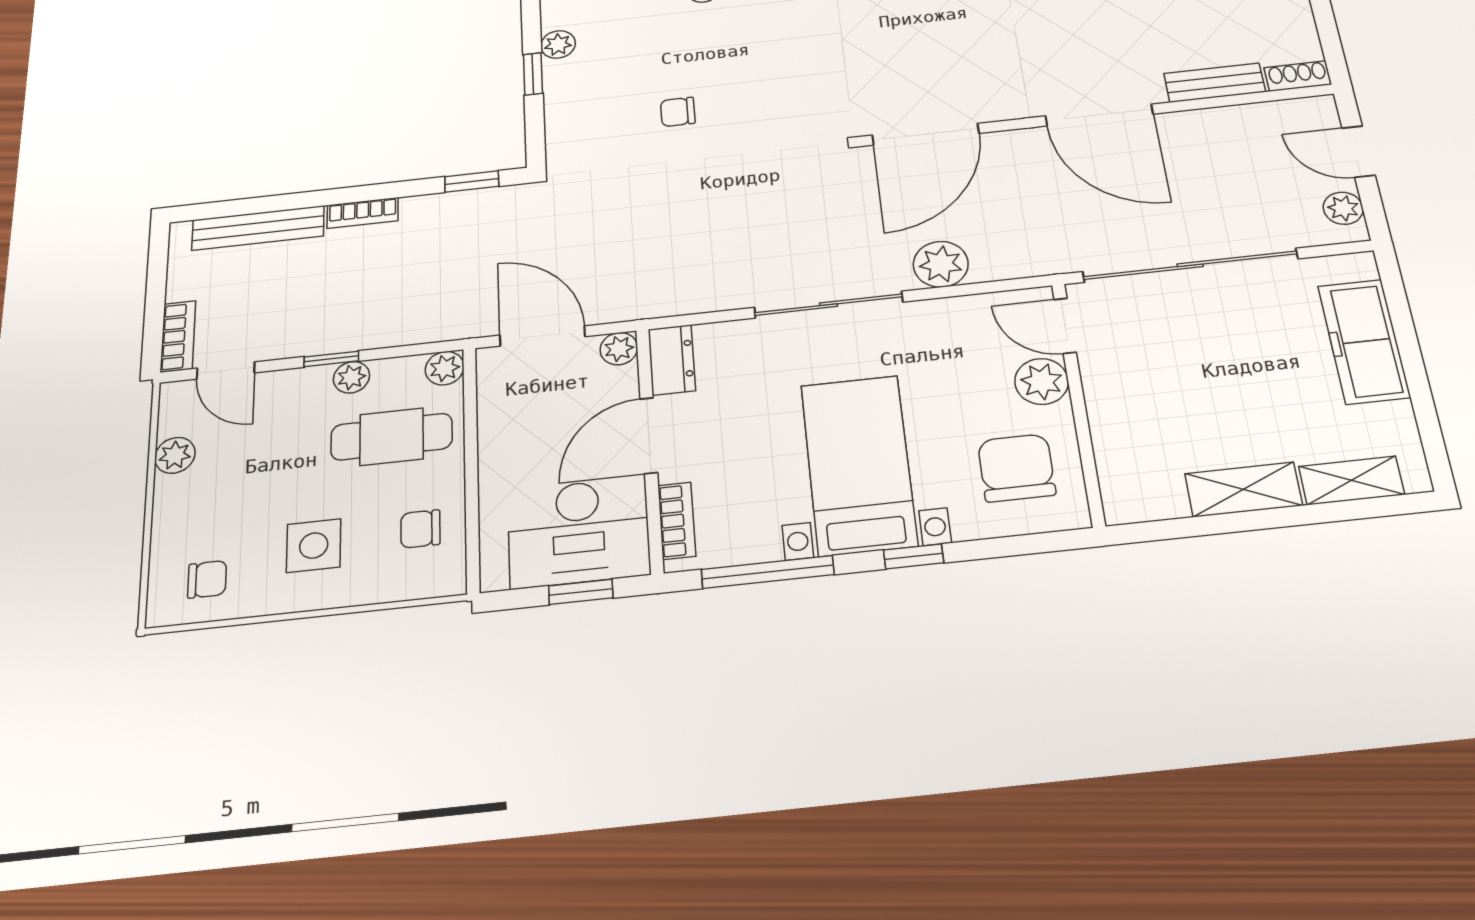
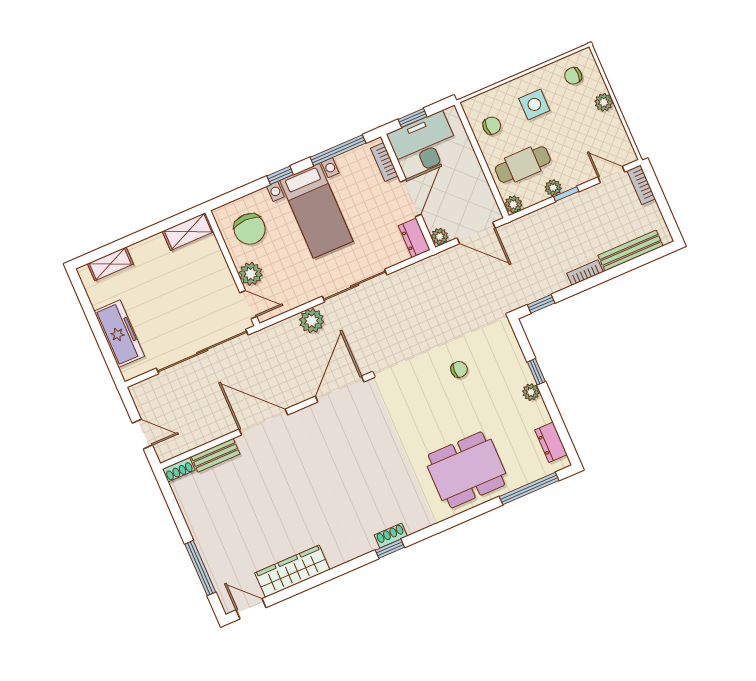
plant: (1343, 208) -> (143, 401), removed
plant: (175, 455) -> (604, 102), moved
shelving: (1244, 489) -> (188, 232), moved

